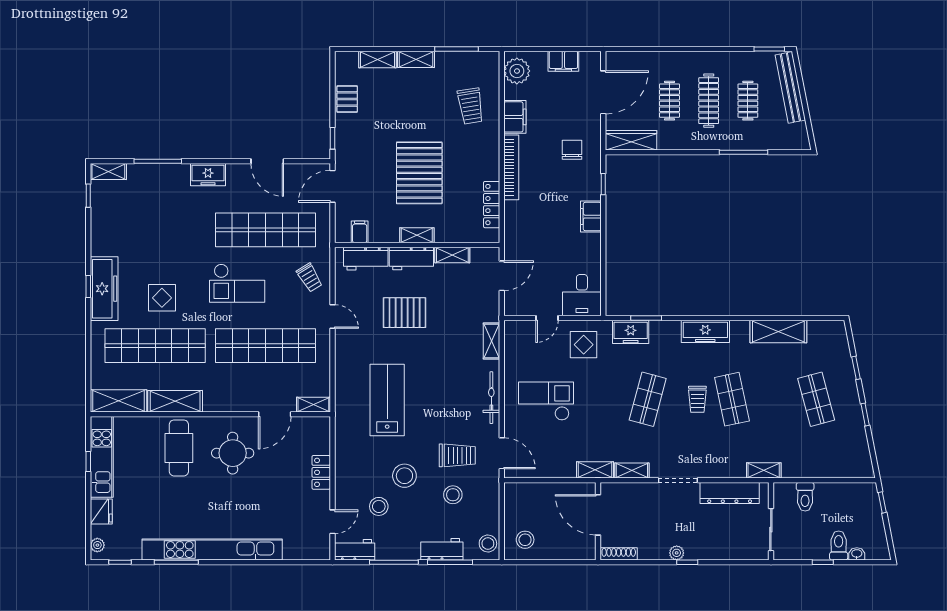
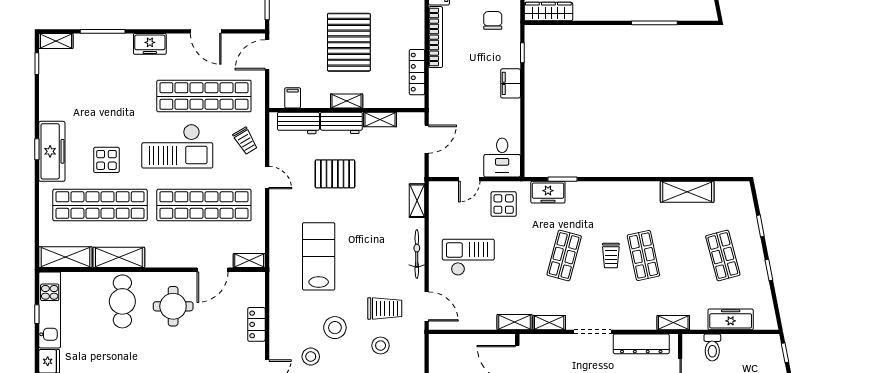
checkout: (237, 283) -> (177, 146), width x1.36, depth x1.21
freezer: (705, 331) -> (731, 319), moved, turned 180

